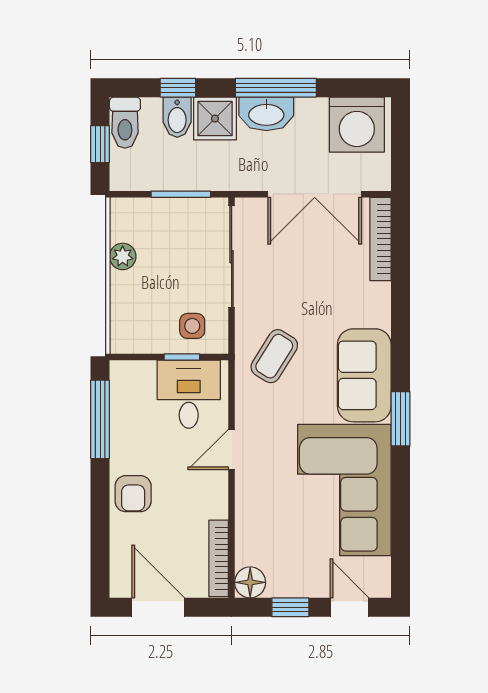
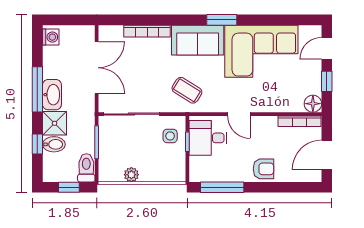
toilet: (125, 123) -> (86, 168), moved, turned -90
washing machine: (357, 125) -> (51, 37), width x0.53, depth x0.53
bookcase: (381, 239) -> (147, 31), moved

